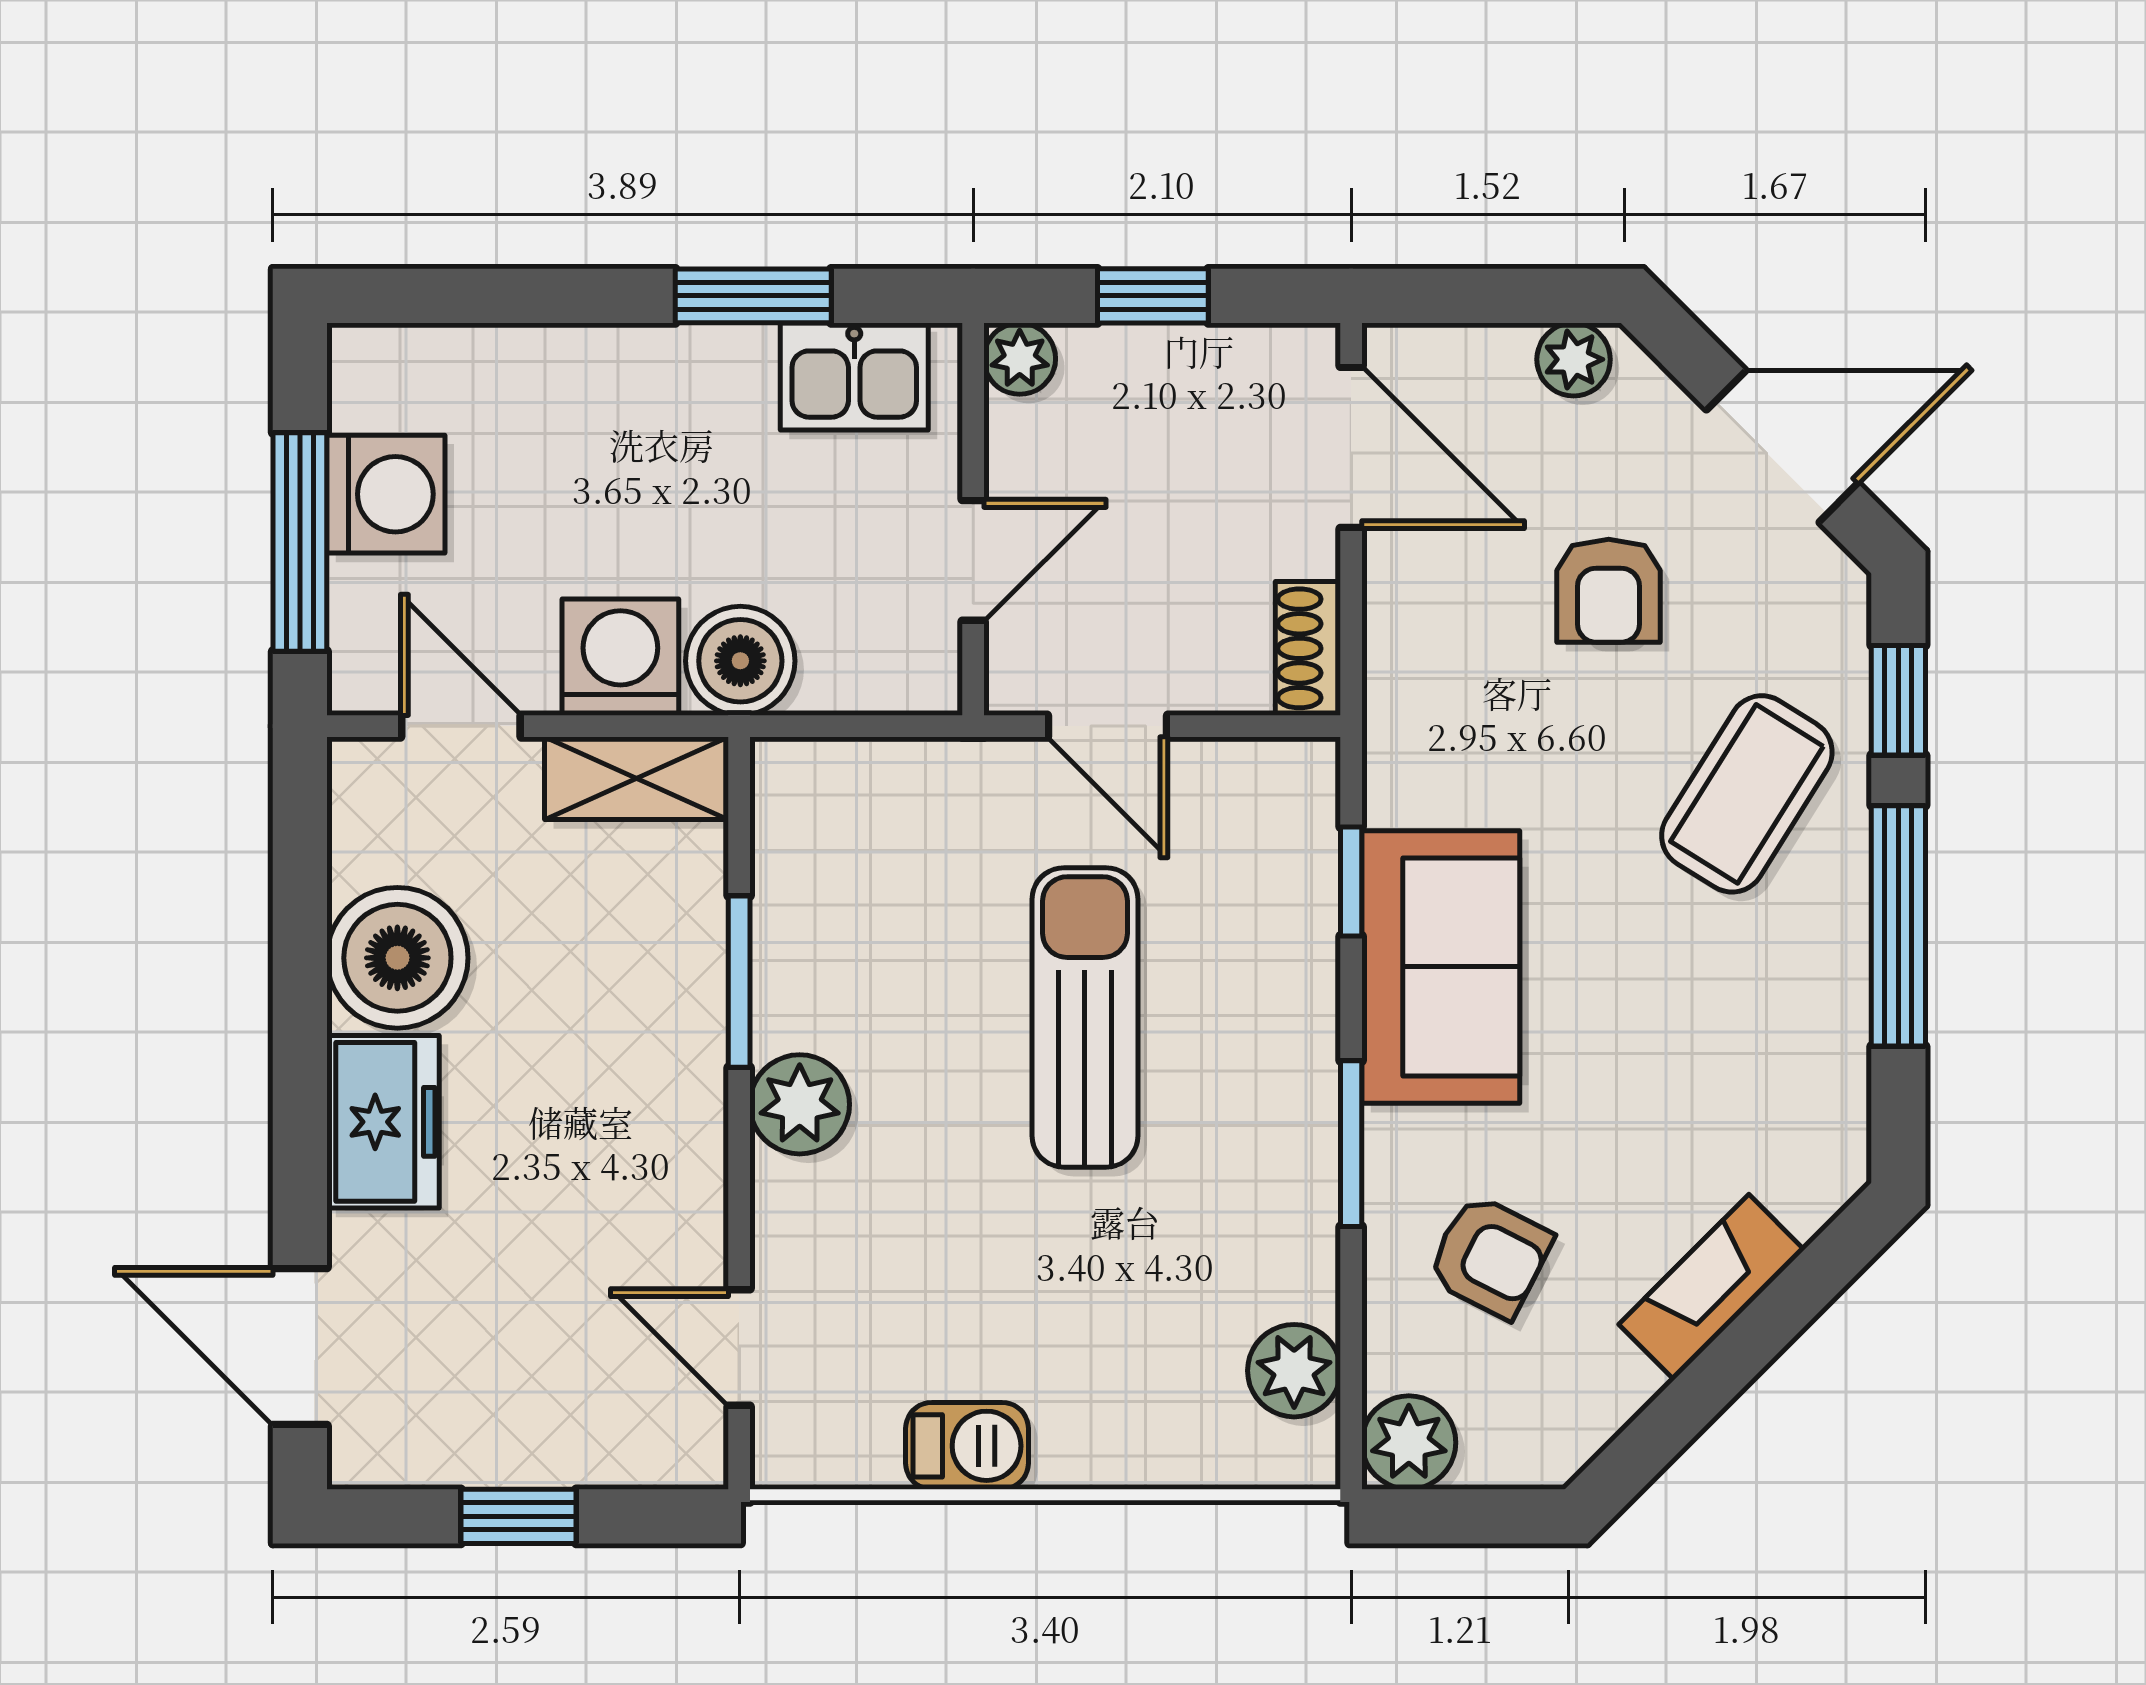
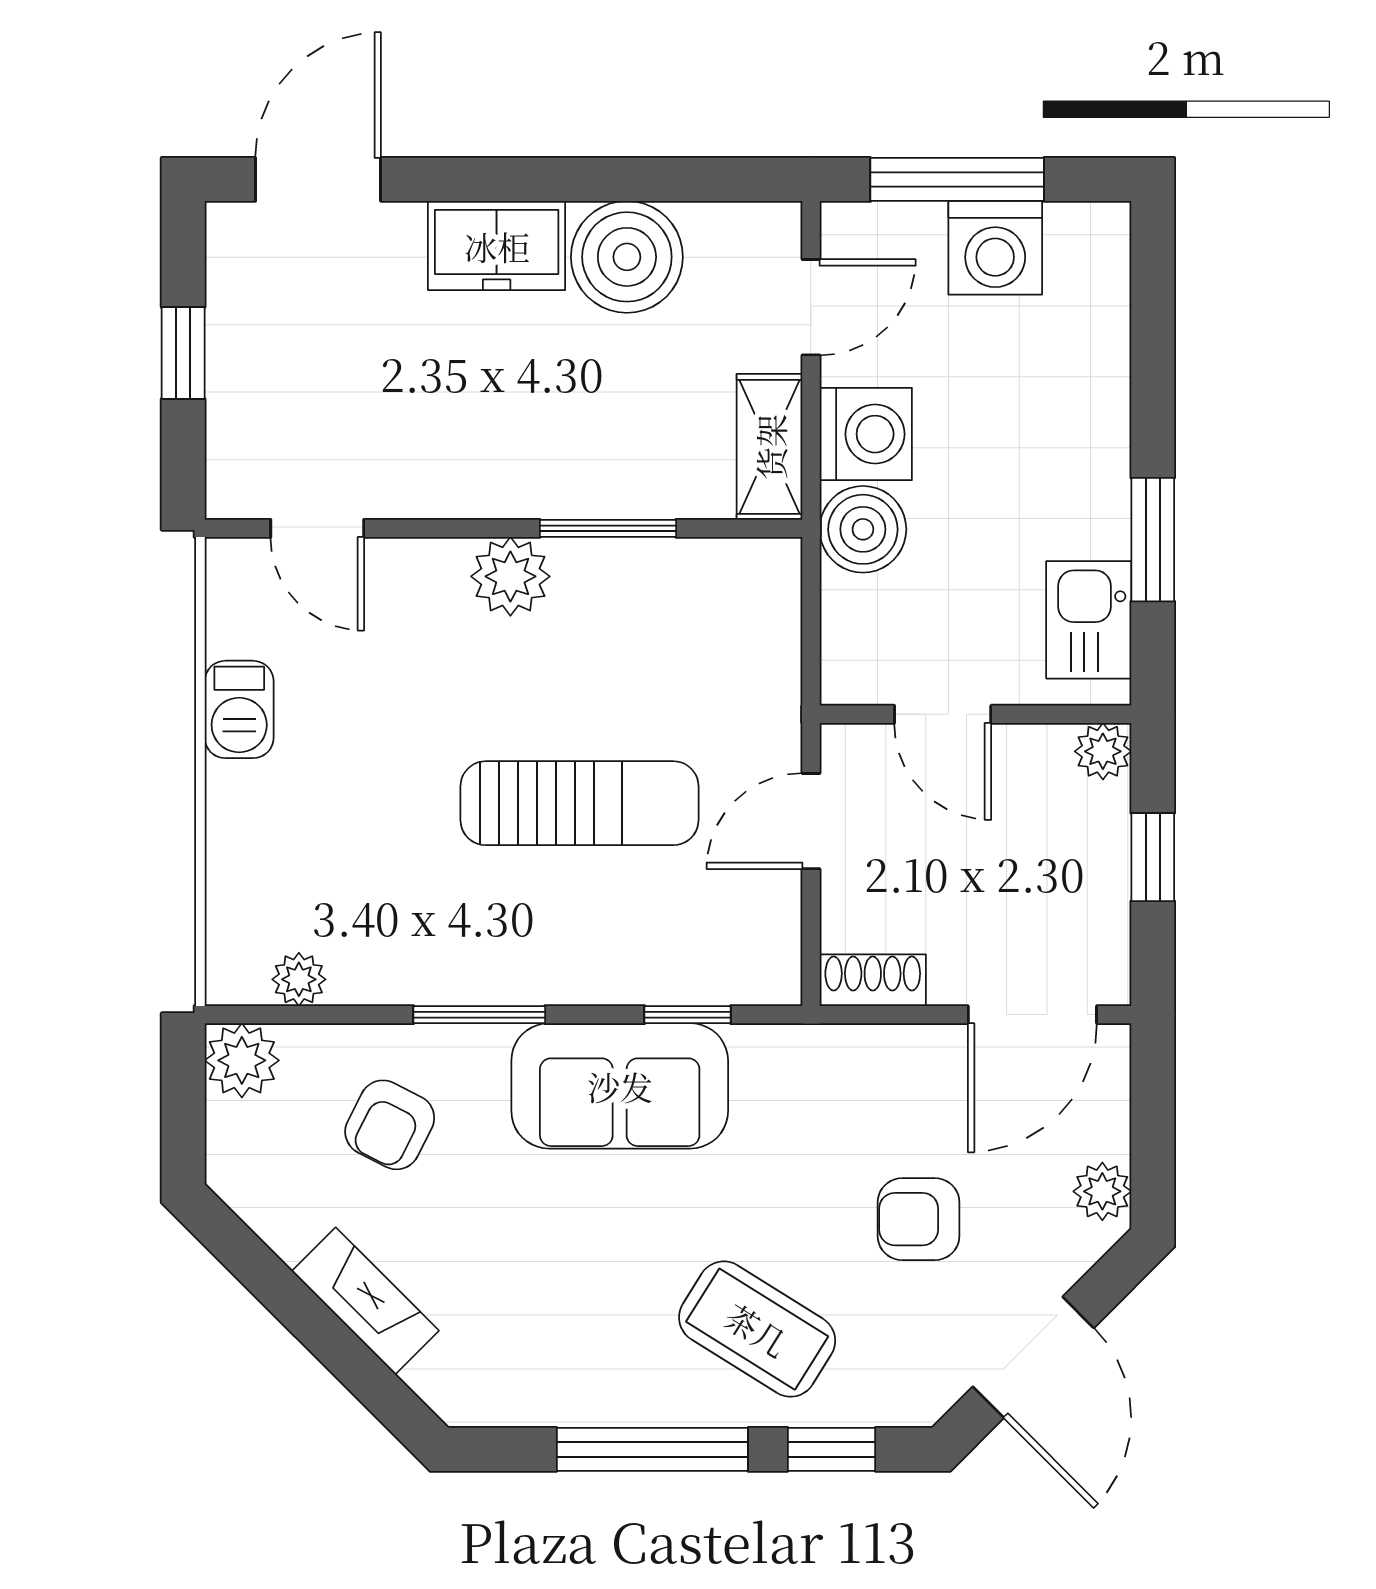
door: (739, 1347) -> (317, 528), swing flipped
plant: (1294, 1371) -> (299, 979), width x0.73, depth x0.73

